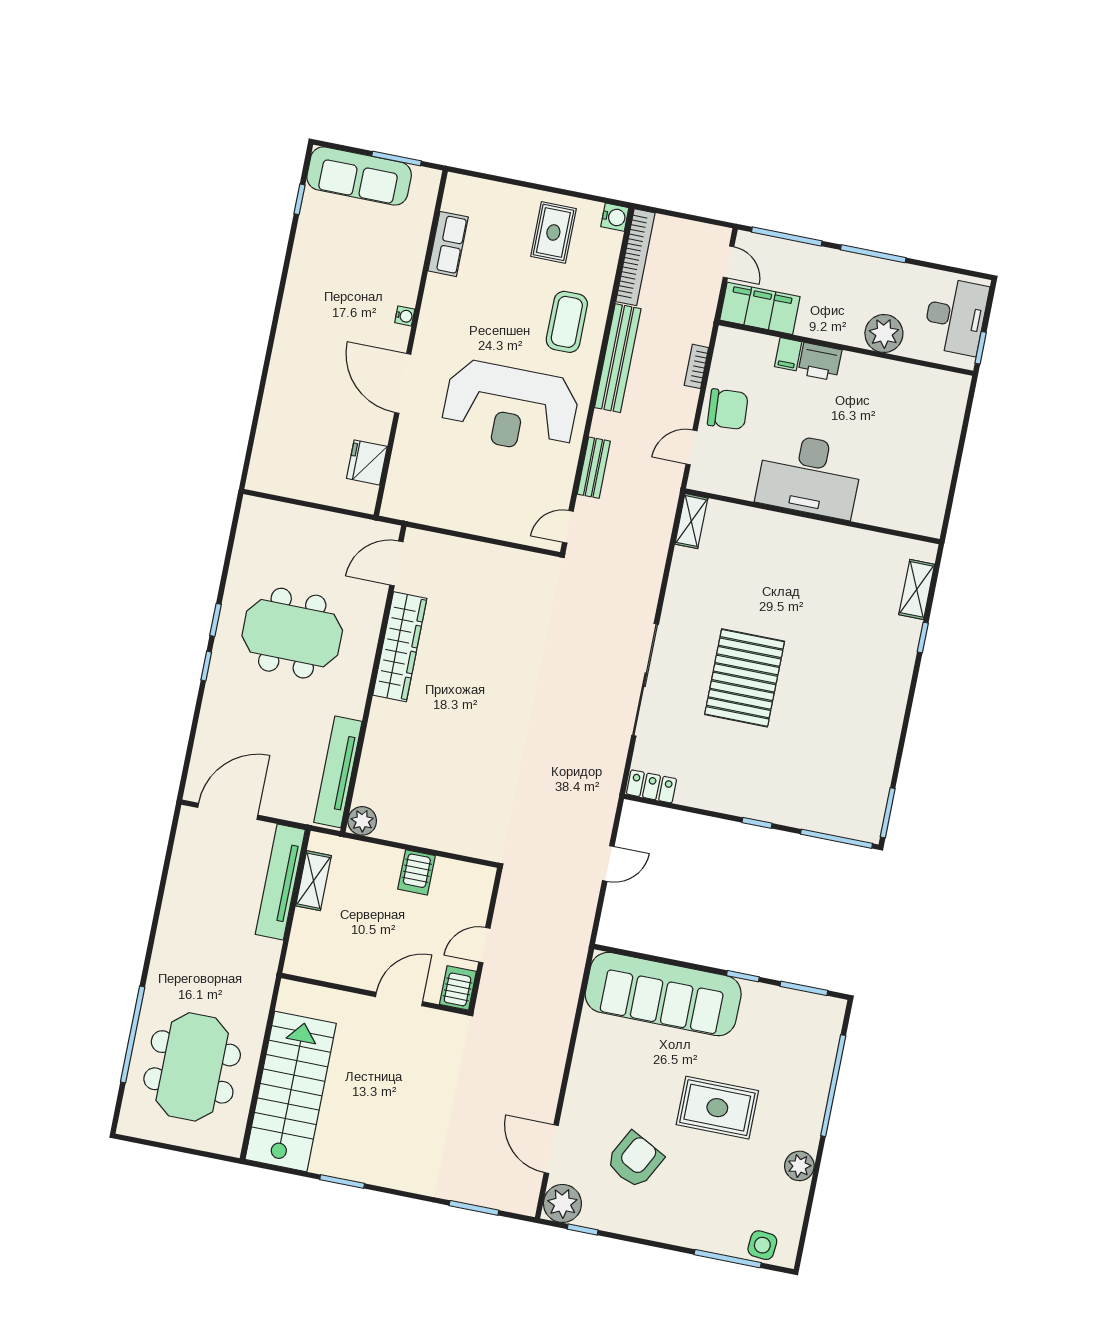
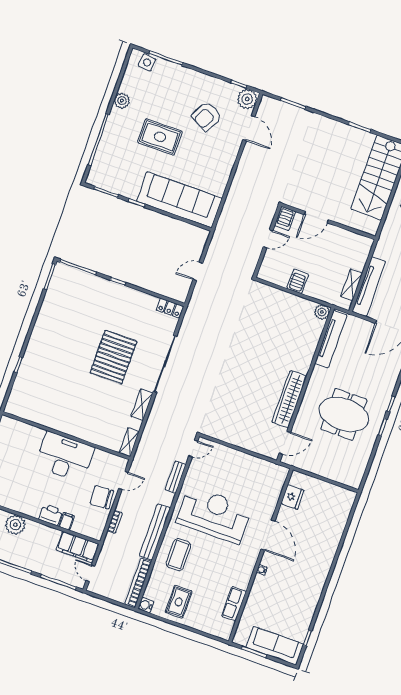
shelving: (917, 589) -> (142, 405), moved

